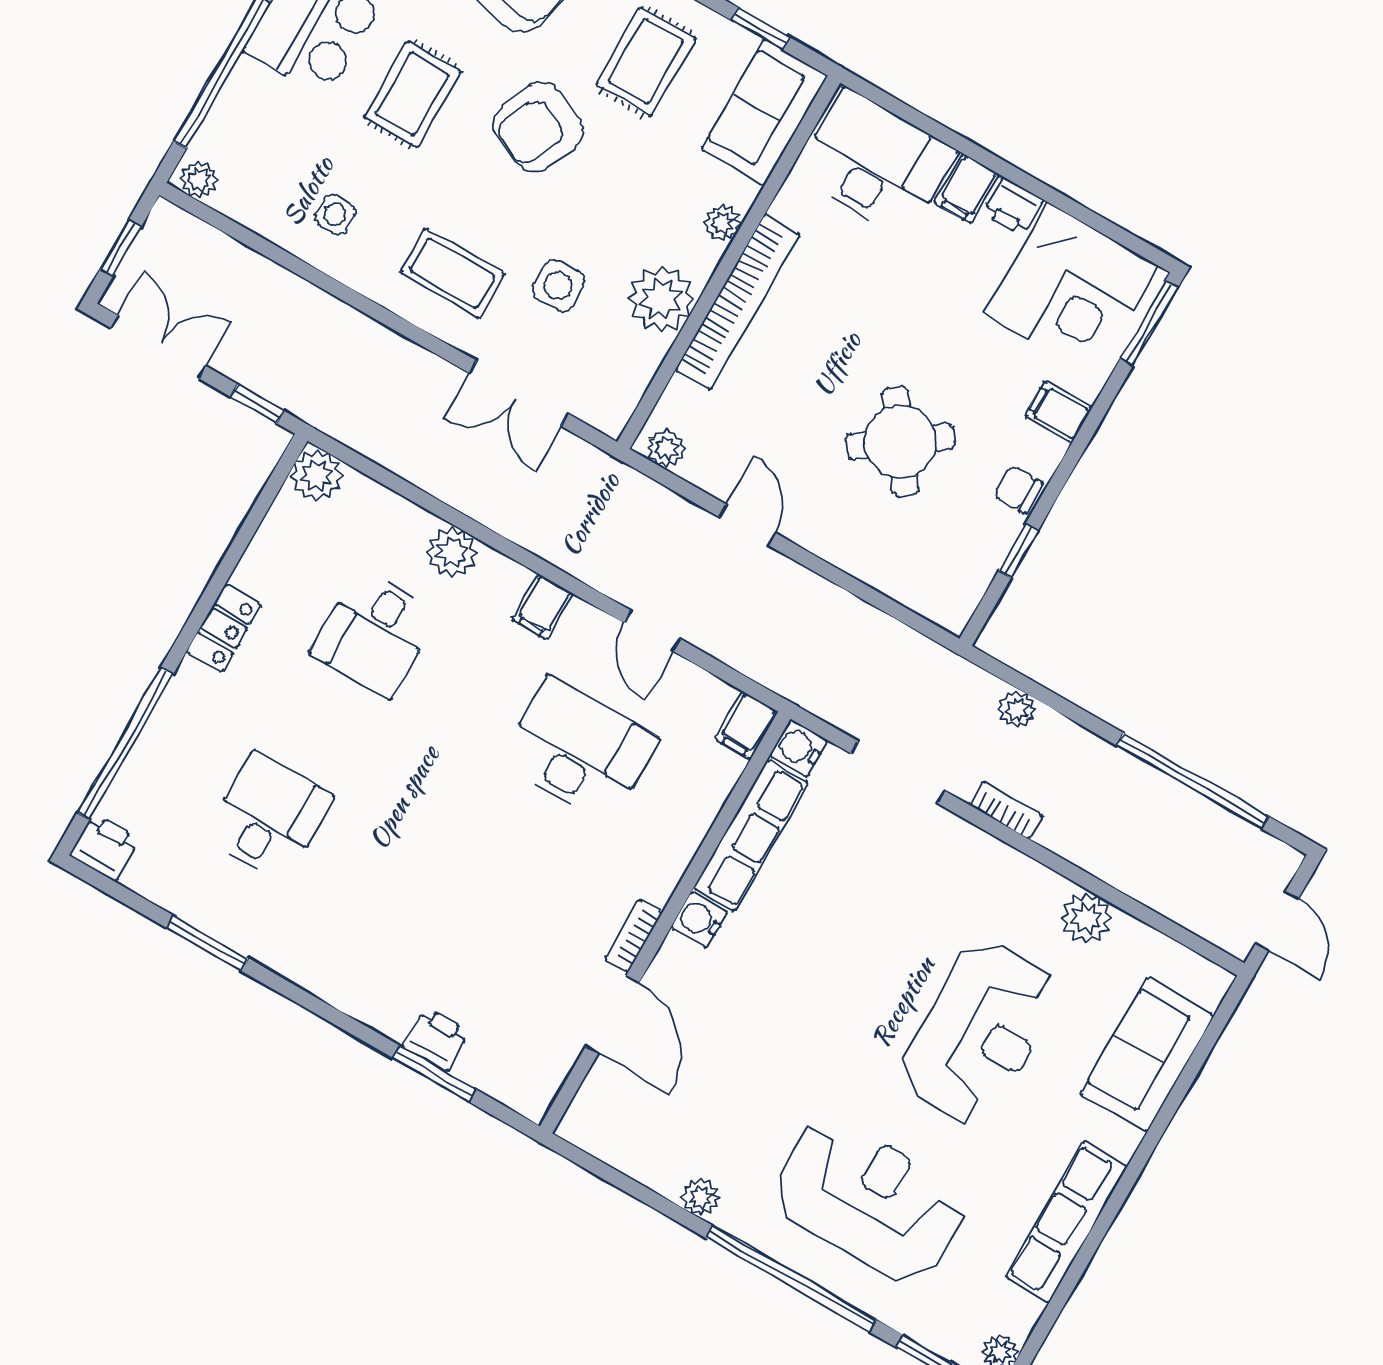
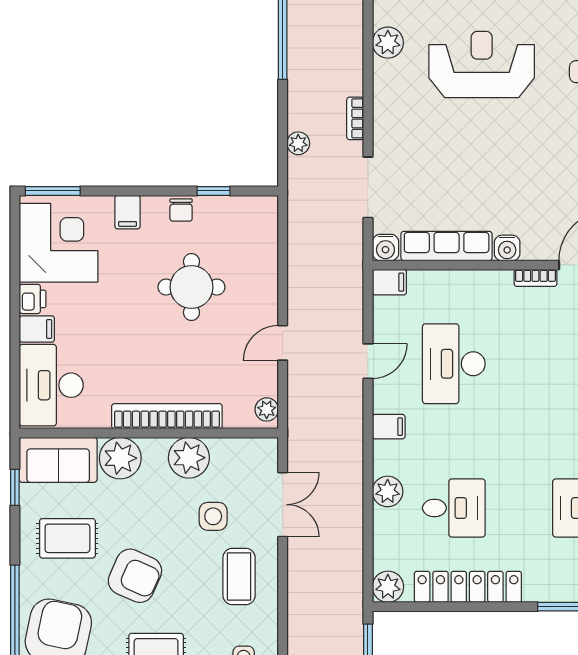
plant: (722, 223) -> (120, 458), width x1.87, depth x1.87
round table: (900, 441) -> (191, 287), turned 36
locker: (224, 628) -> (468, 587), width x2.16, depth x1.21

